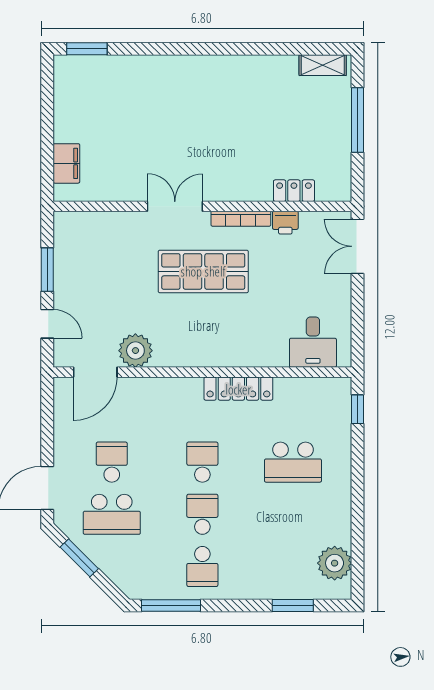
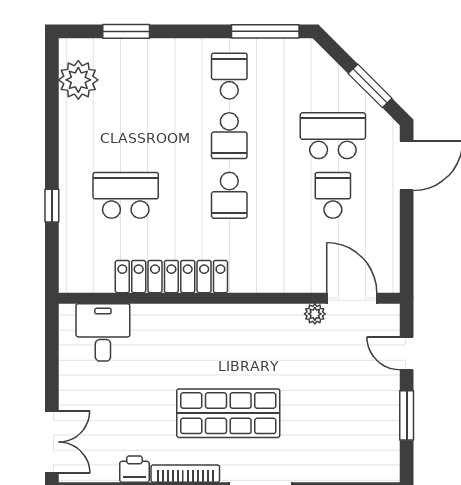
plant: (135, 351) -> (315, 314), width x0.53, depth x0.53
door: (95, 372) -> (352, 298), hinge flipped
locker: (238, 389) -> (171, 277), width x1.41, depth x1.21
window: (358, 409) -> (52, 206), moved
school desk: (112, 462) -> (333, 195), turned 180

